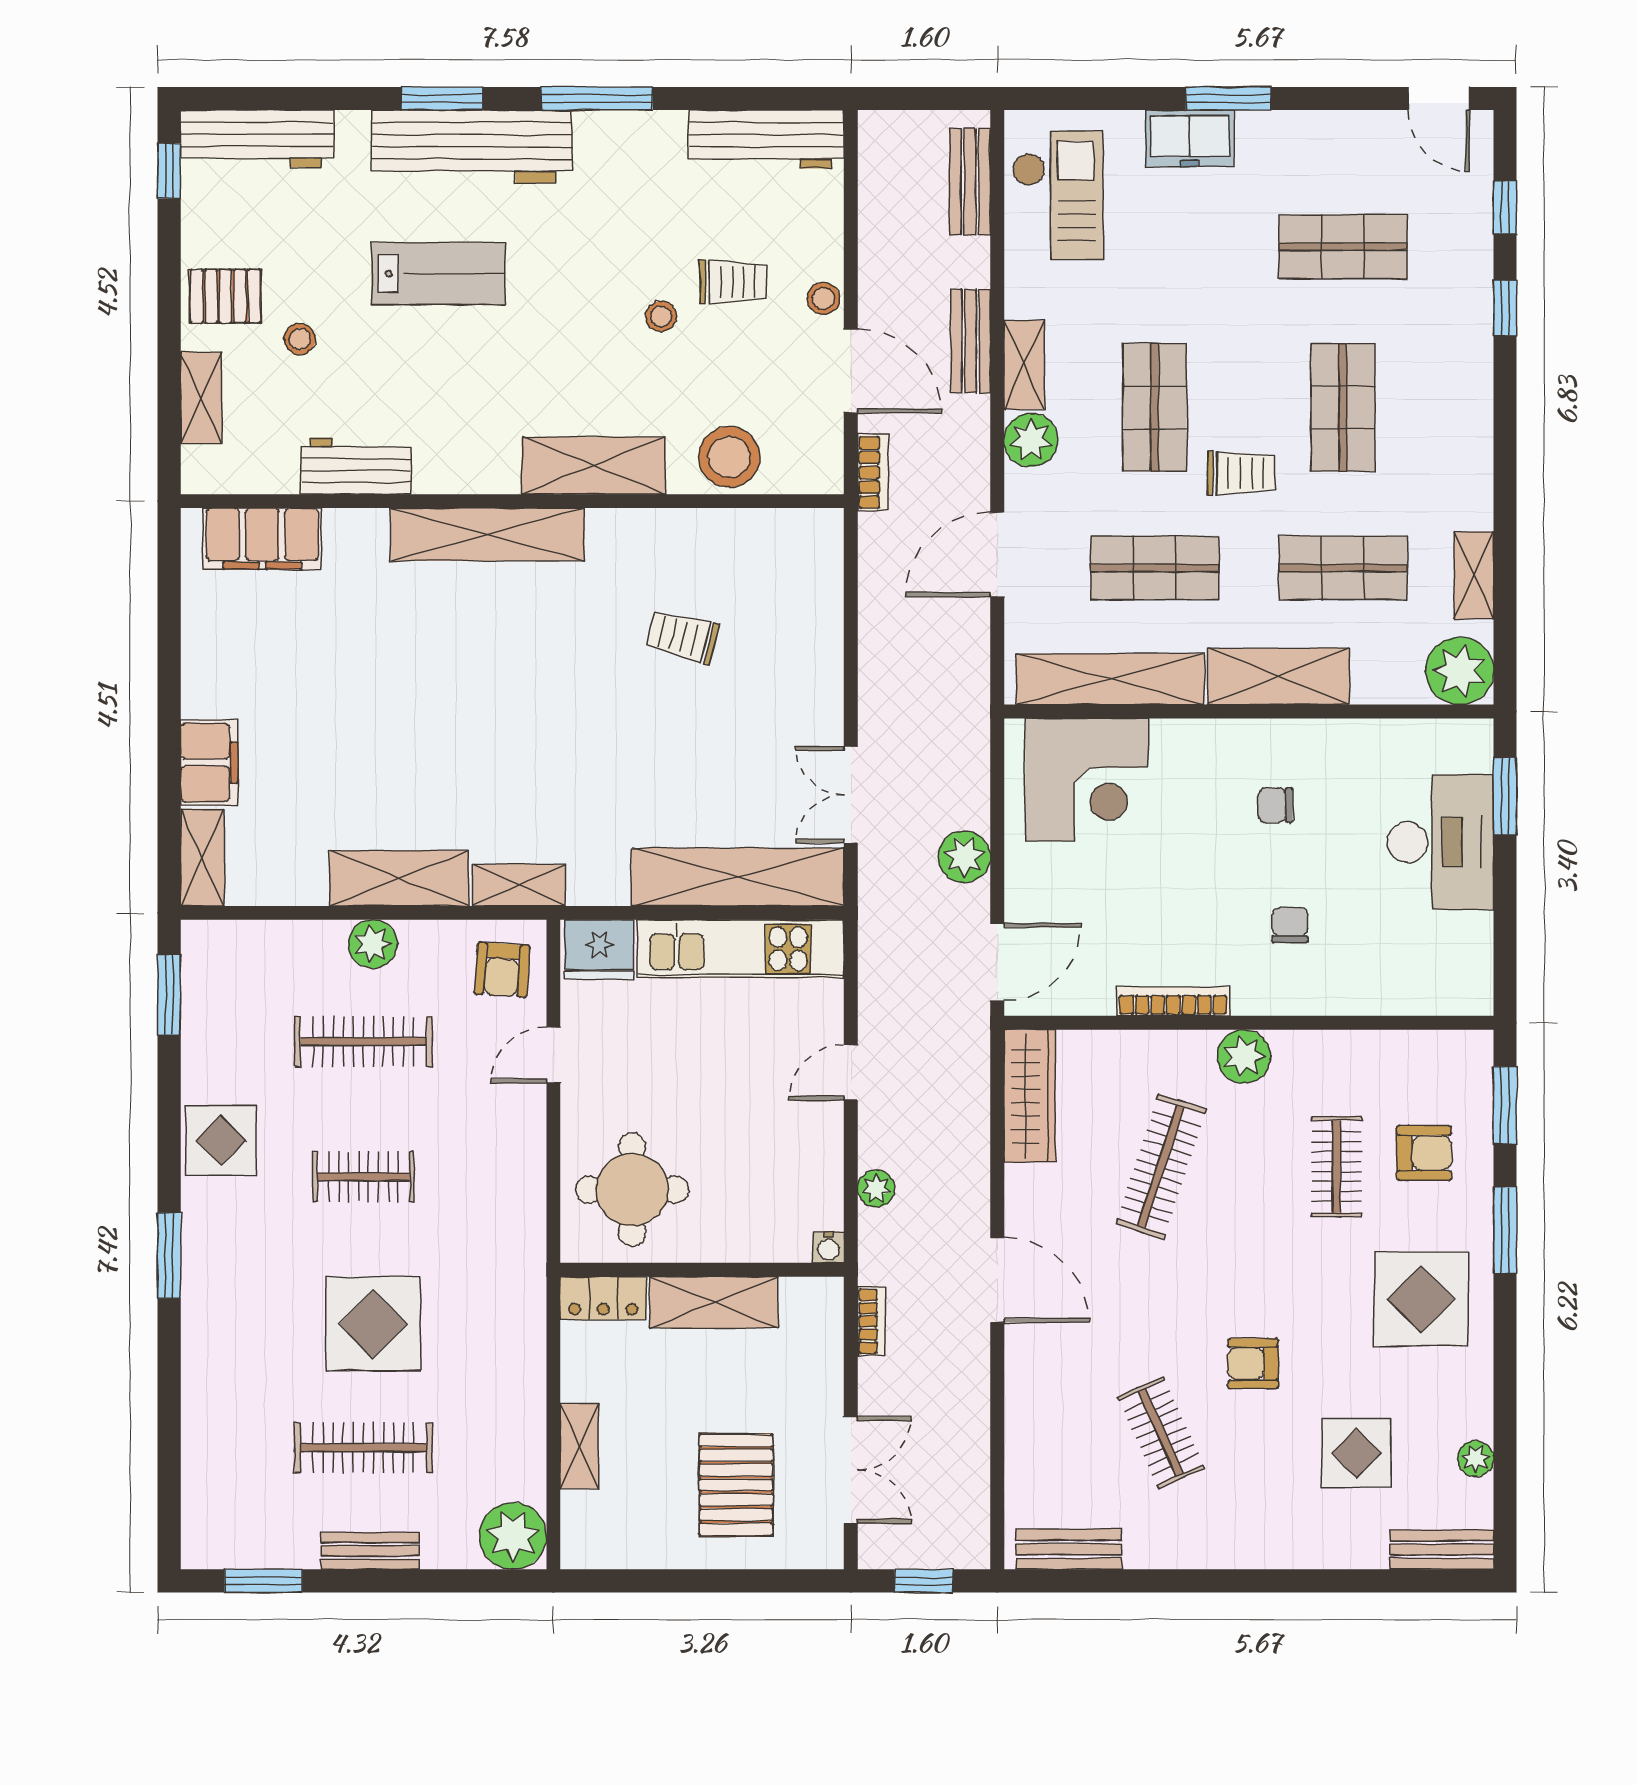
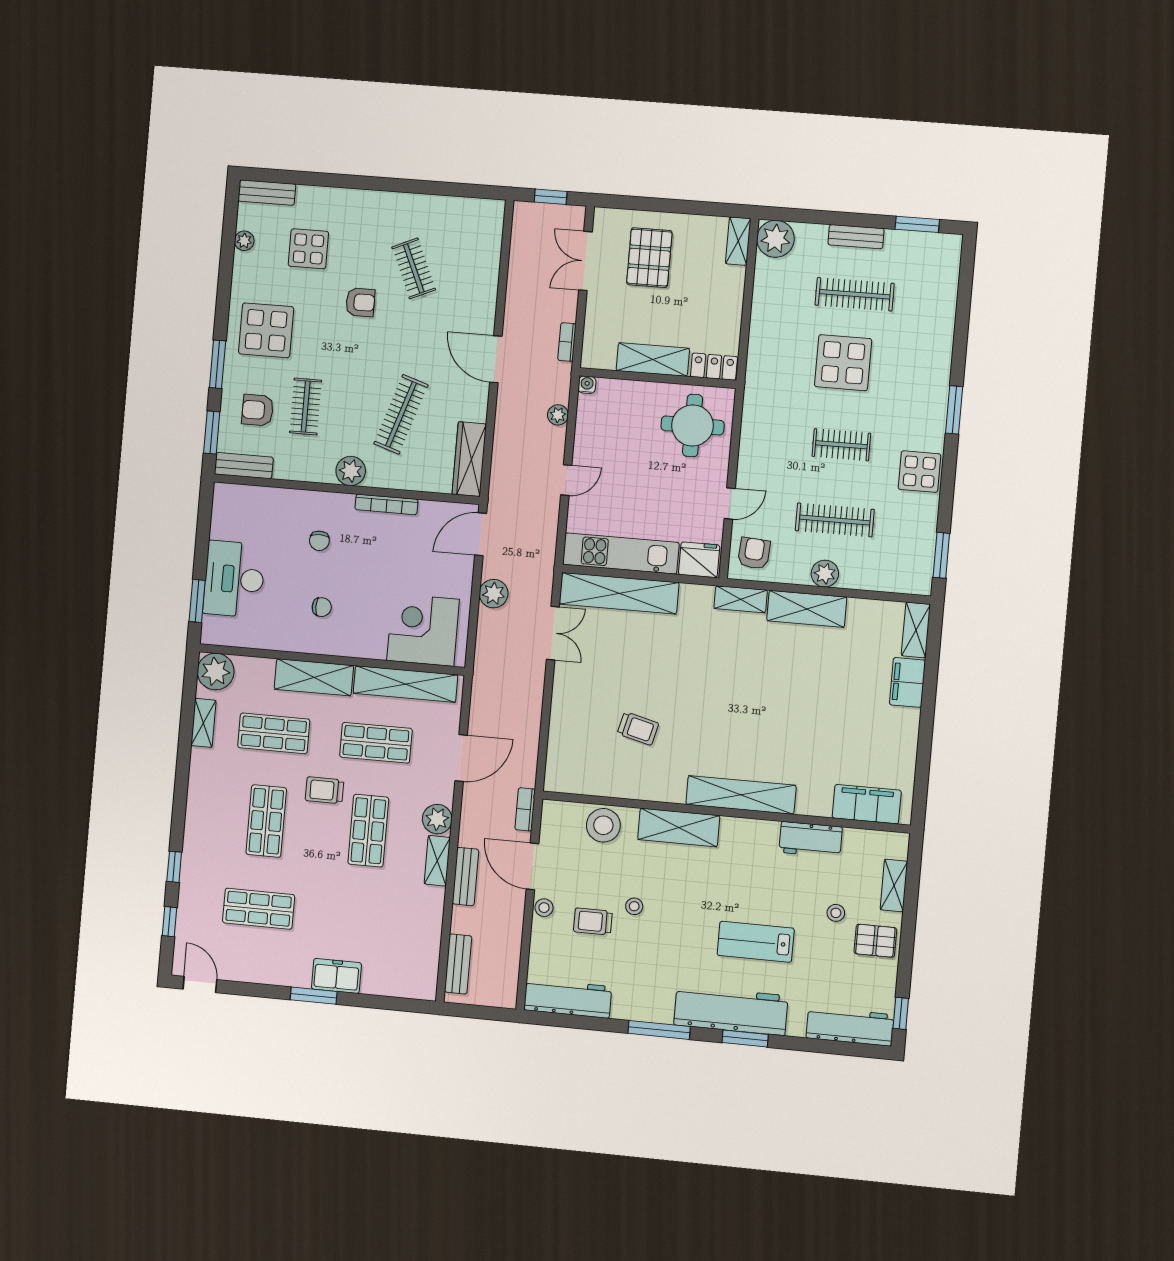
checkout: (1058, 195) -> (411, 952), removed
shelving: (579, 1446) -> (738, 241), moved
bench: (1069, 1549) -> (244, 466), moved

